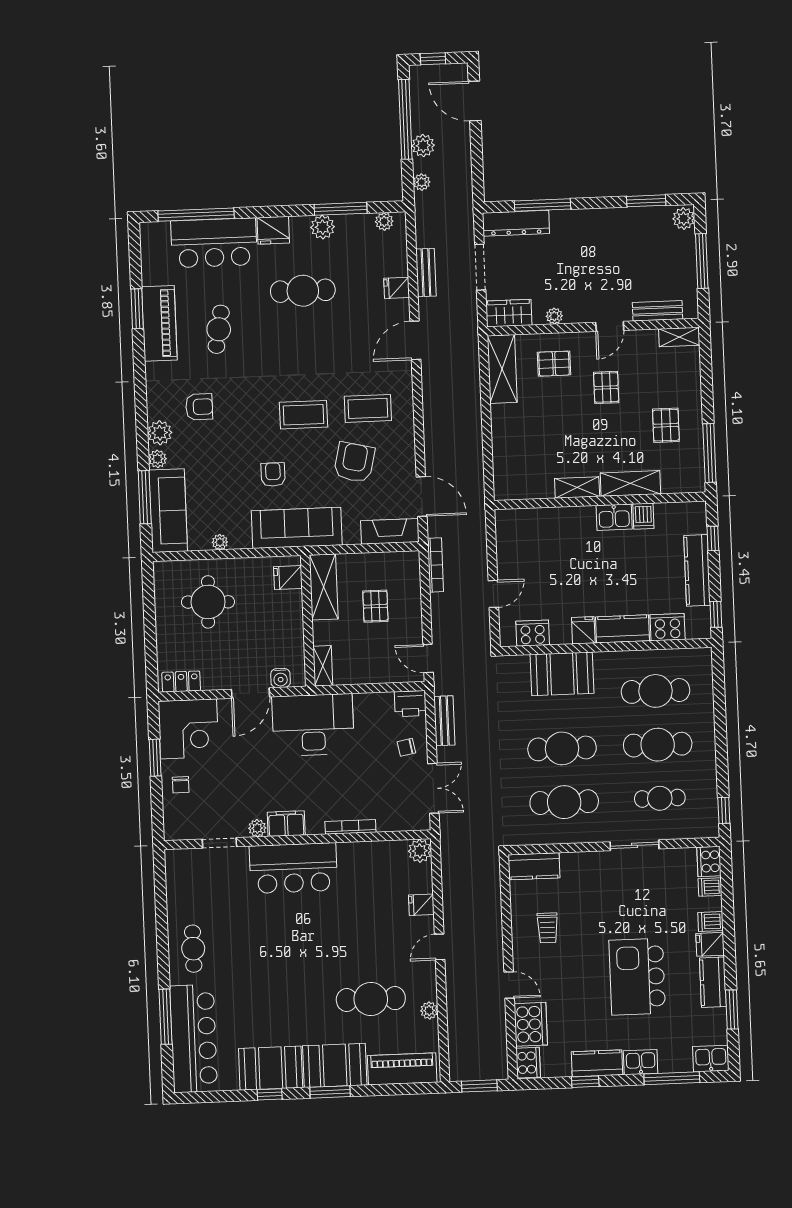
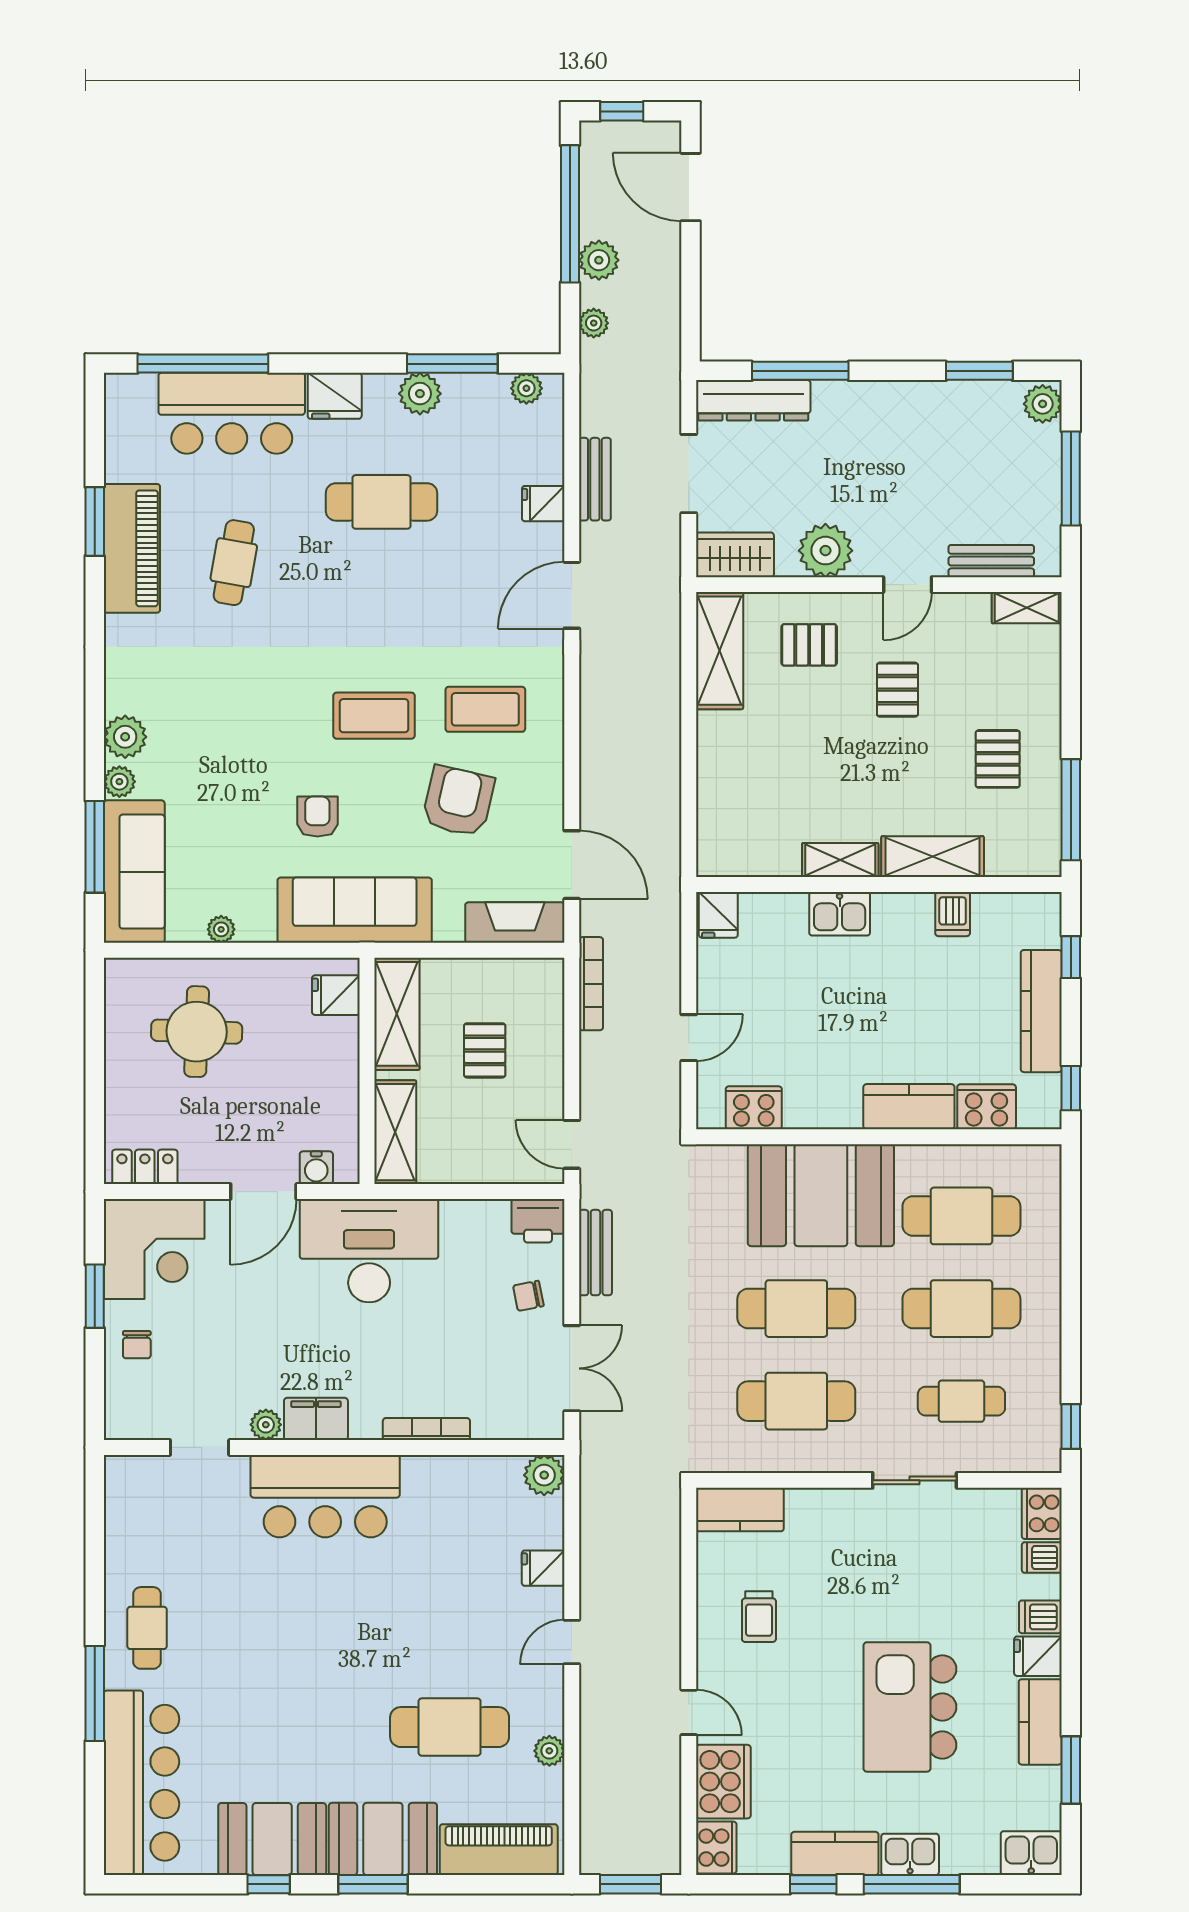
plant: (554, 316) -> (825, 551), width x1.88, depth x1.88
armchair: (199, 407) -> (195, 695), removed
kitchen sink: (614, 517) -> (840, 914), moved
fridge: (583, 630) -> (718, 915), moved, turned 180
shelving: (323, 666) -> (395, 1132), width x1.50, depth x1.33
booth: (562, 674) -> (821, 1195), width x1.36, depth x1.42
window: (166, 1017) -> (95, 1694), moved
window: (672, 1078) -> (912, 1884), moved

